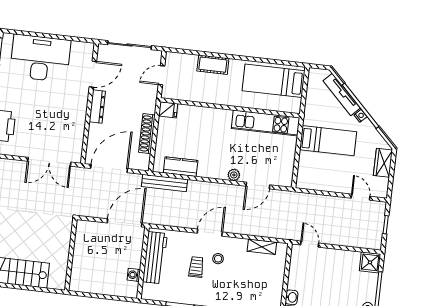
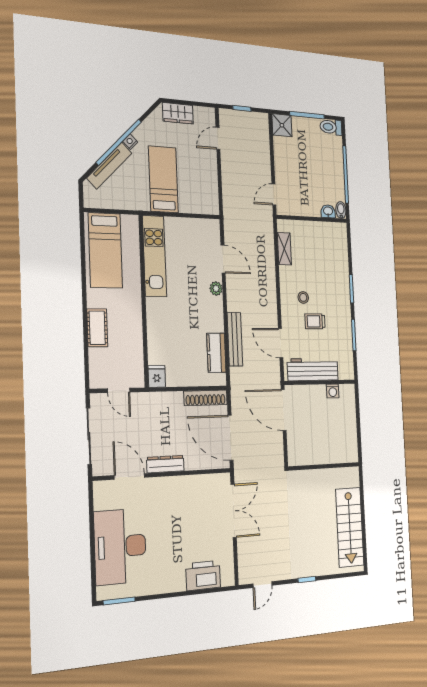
shoe rack: (147, 134) -> (206, 398), moved
bench: (165, 183) -> (235, 339), moved
door: (210, 233) -> (281, 343), moved

